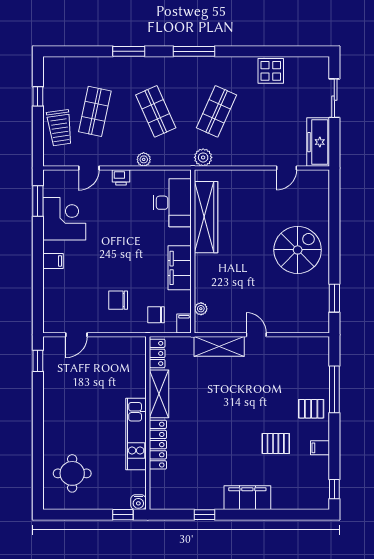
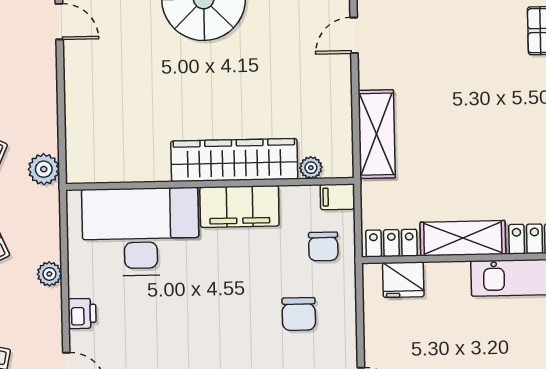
desk: (172, 203) -> (140, 232), width x1.36, depth x1.30
wardrobe: (206, 217) -> (234, 160), moved
door: (256, 335) -> (354, 35), moved
fridge: (136, 360) -> (403, 280), added

